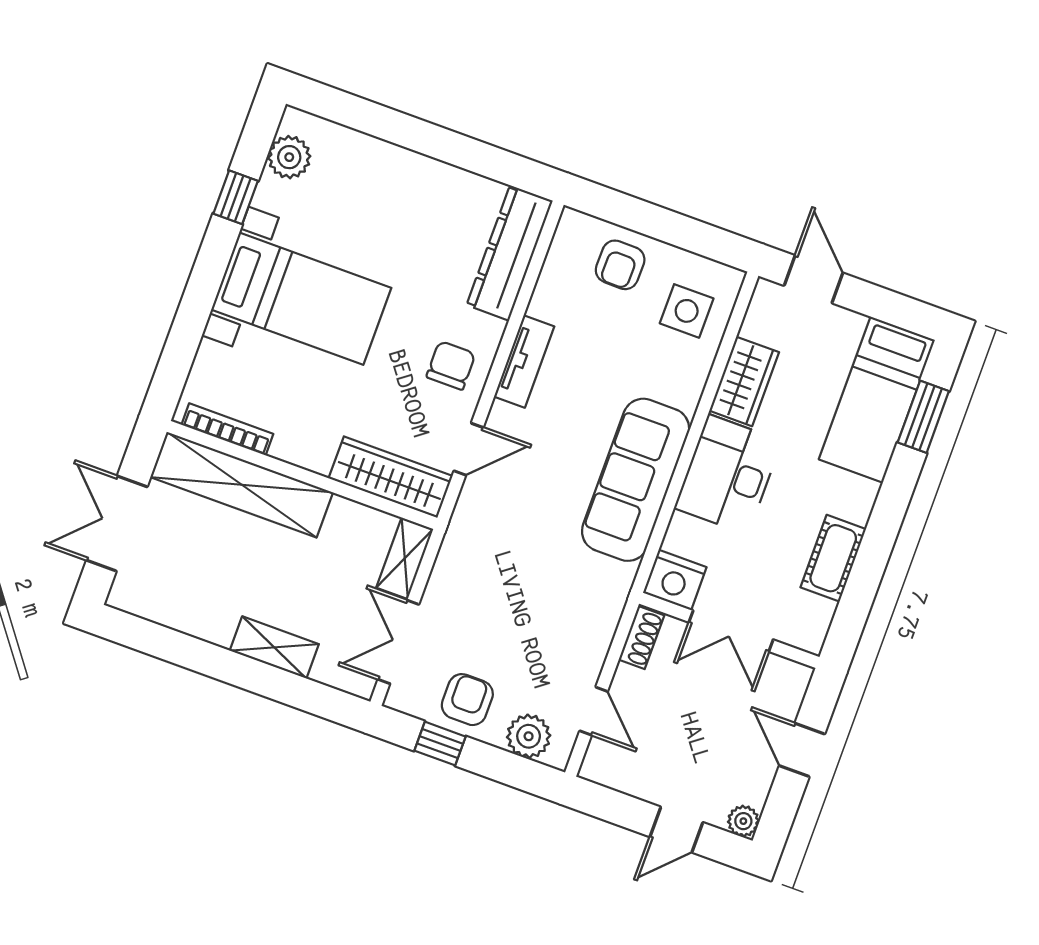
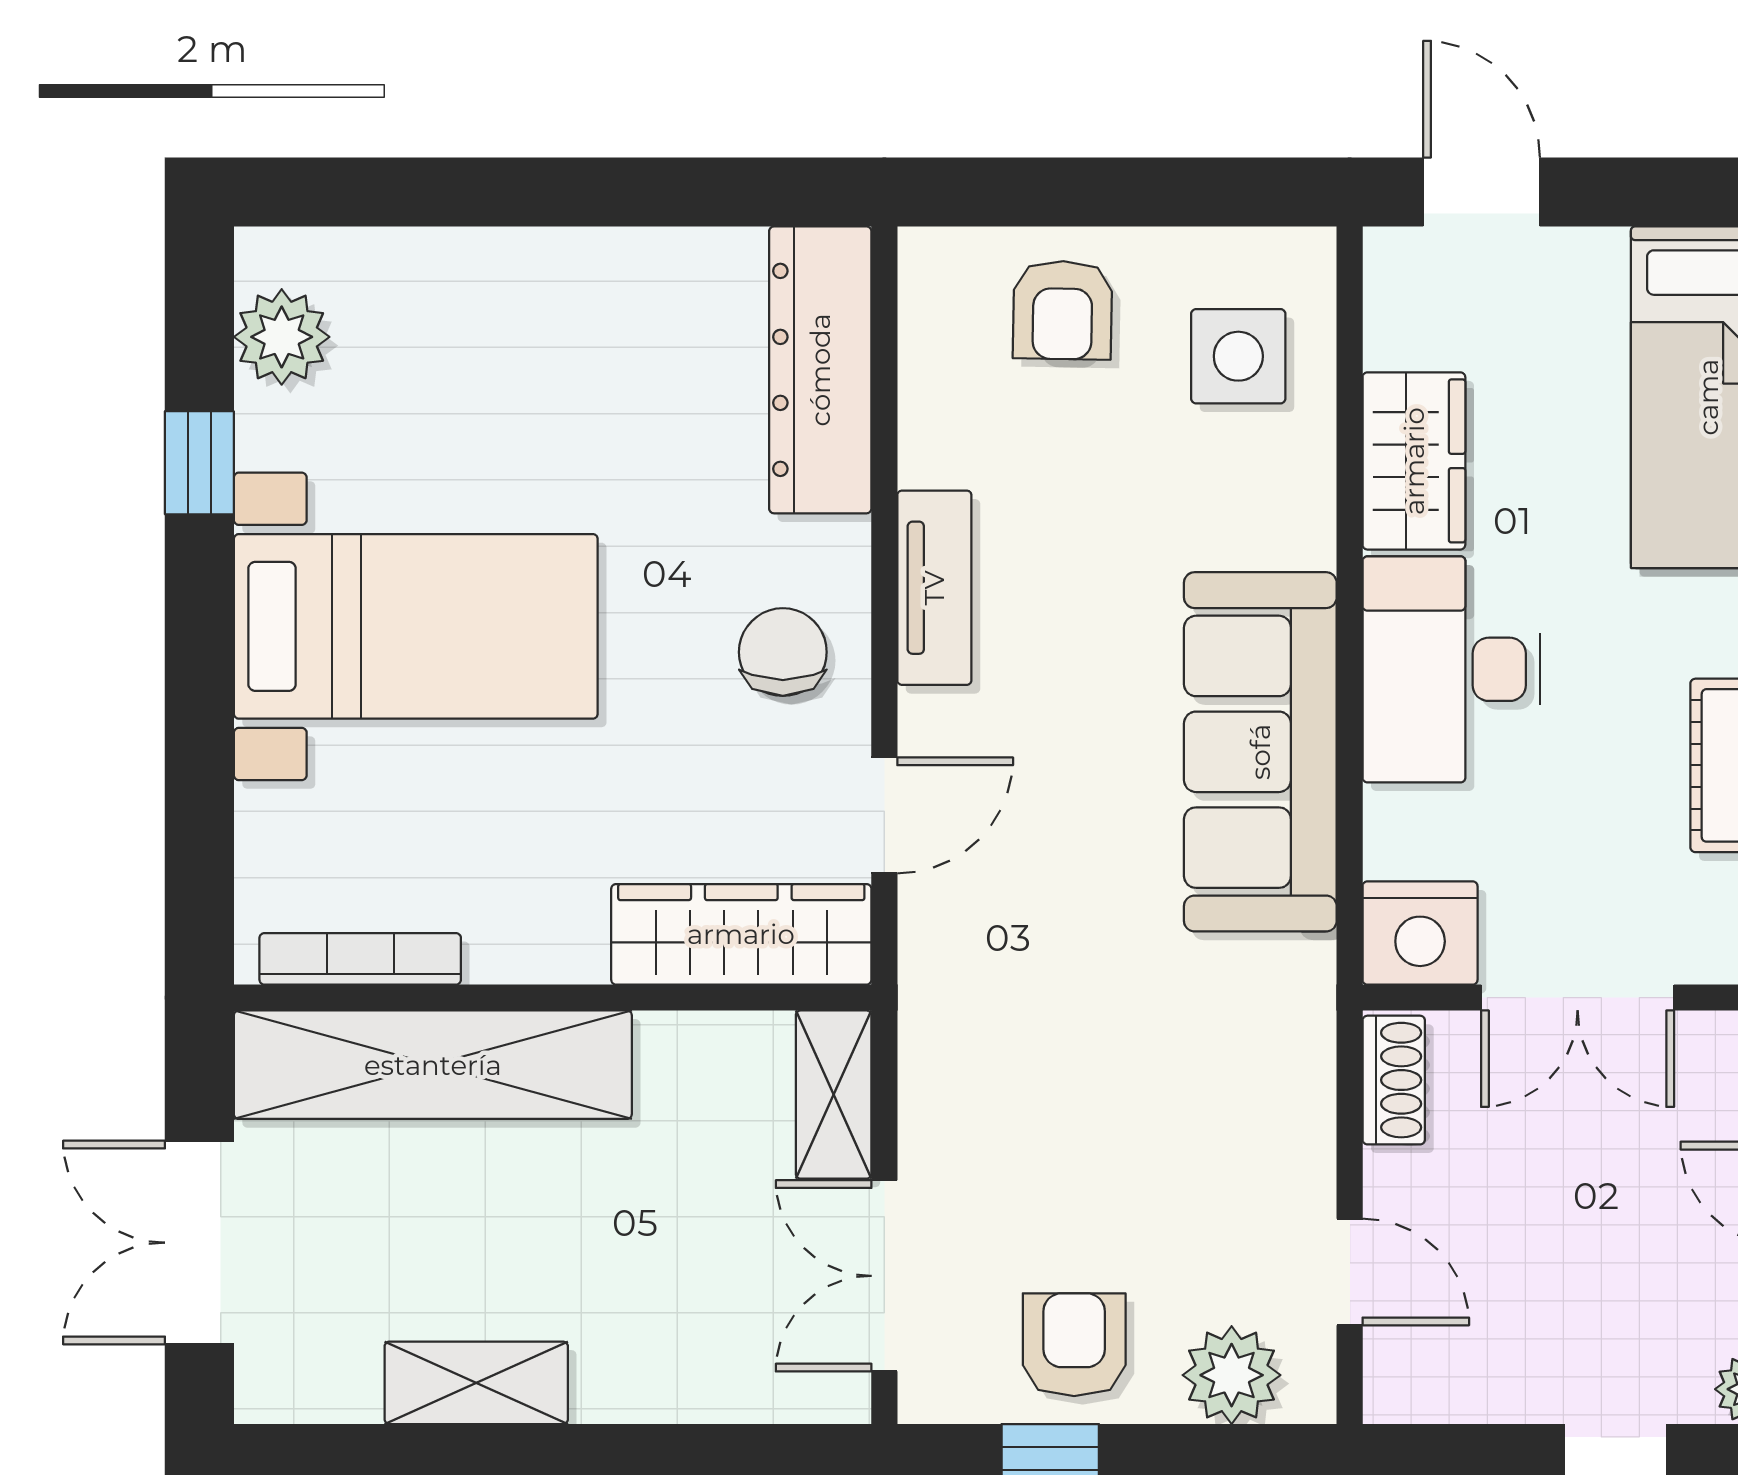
shelving: (274, 647) -> (476, 1383), moved

